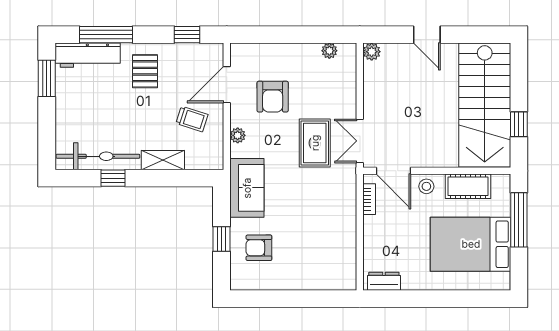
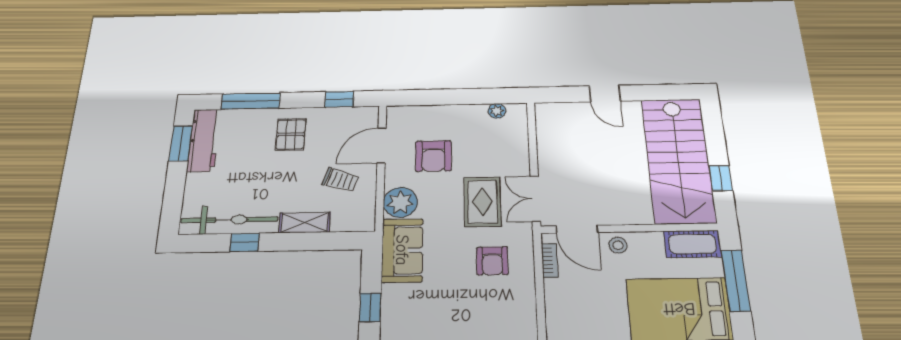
plant: (372, 52) -> (544, 111), removed
workbench: (88, 55) -> (204, 140), moved, turned -90
plant: (238, 135) -> (400, 202), width x1.88, depth x1.88
cot: (468, 186) -> (692, 244), moved
armchair: (259, 248) -> (492, 261), moved, turned -90

